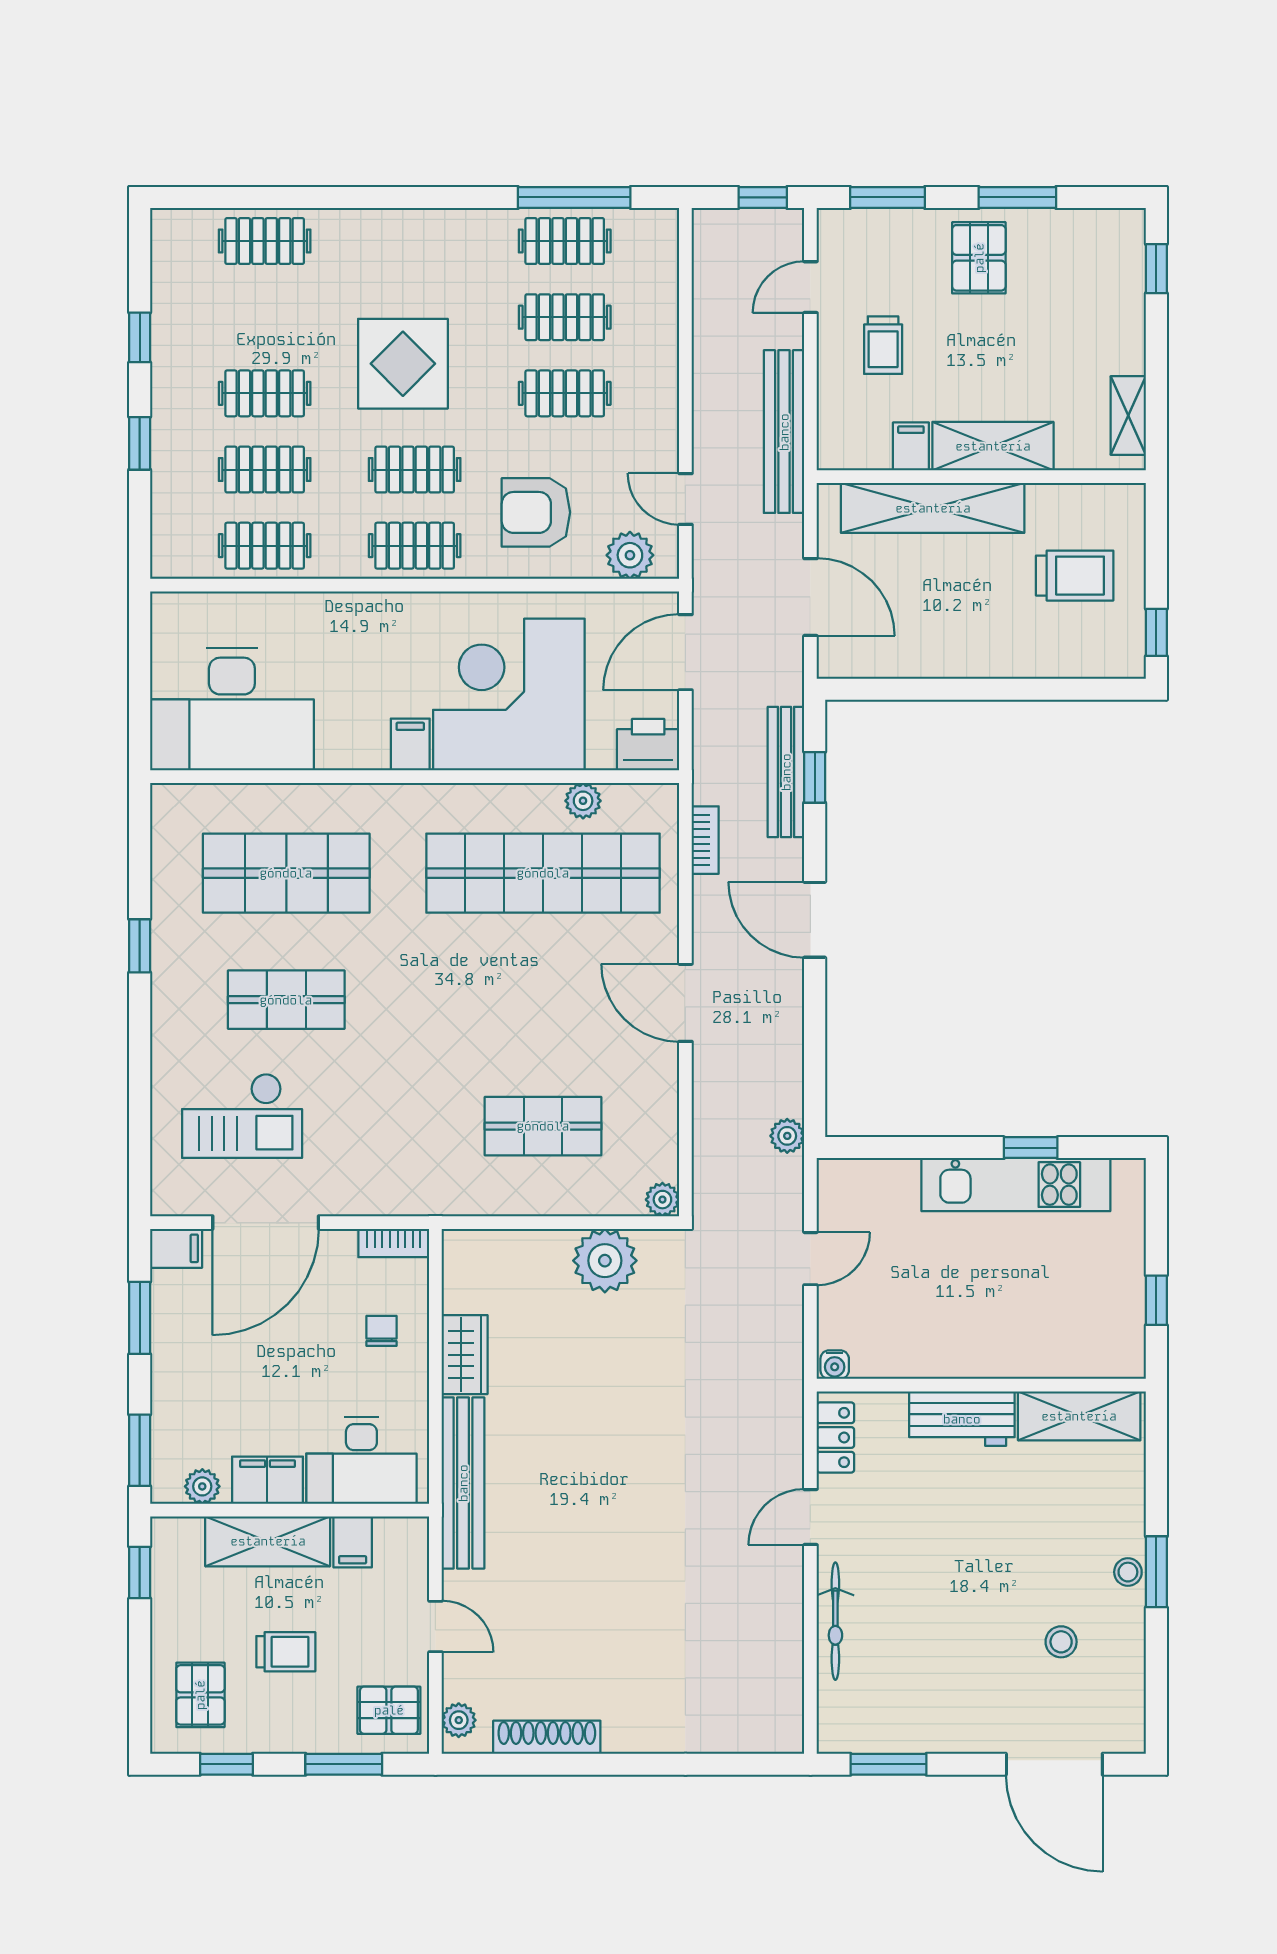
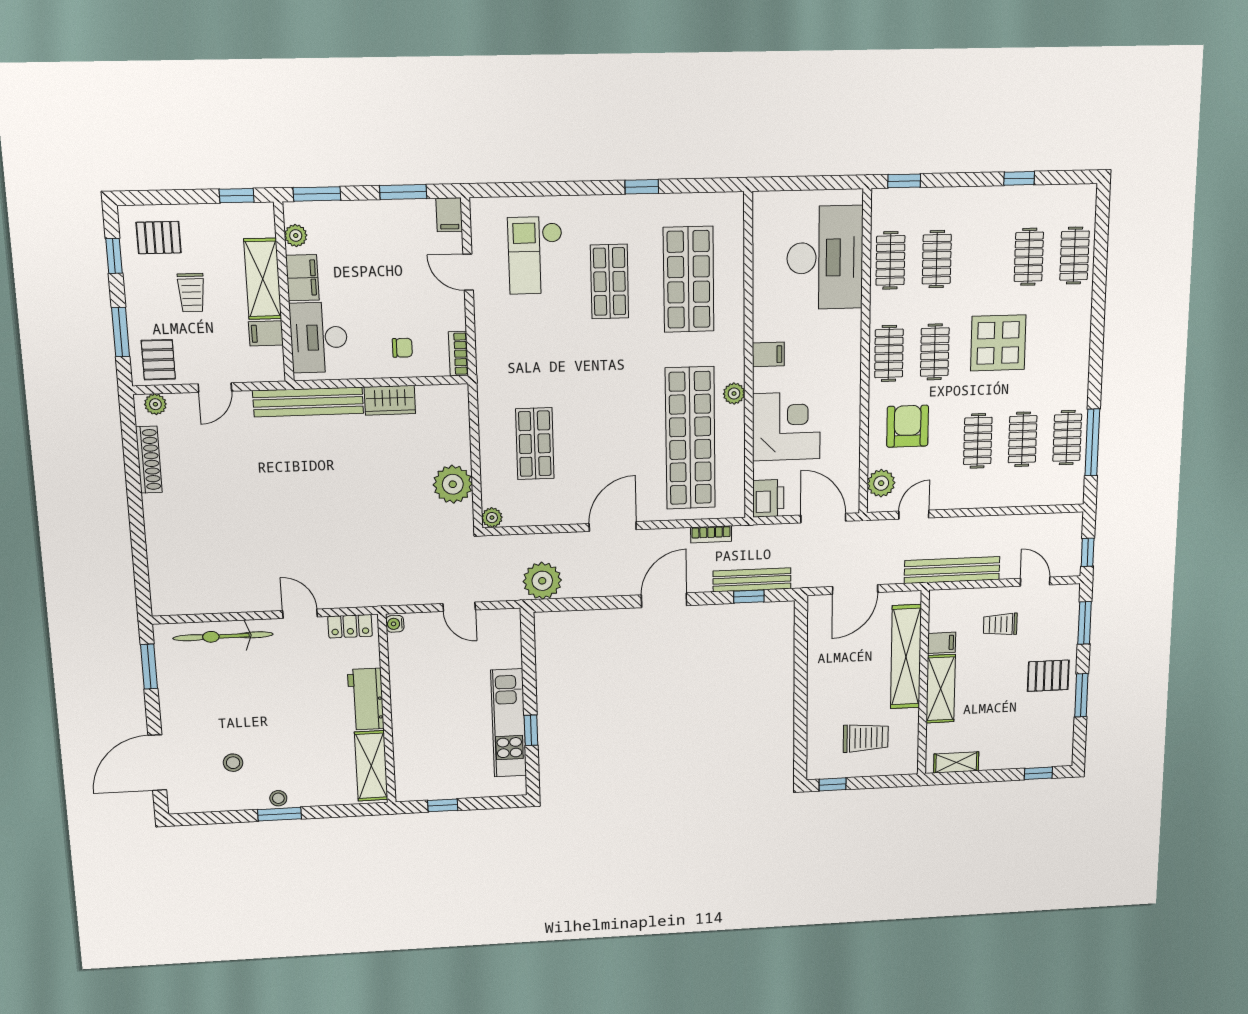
clothes rail: (265, 393) -> (1029, 257), moved
window: (140, 443) -> (904, 181), moved
trolley: (1075, 576) -> (866, 738), turned -90
corner desk: (509, 695) -> (786, 426), width x0.74, depth x0.74
desk: (232, 709) -> (825, 258), moved, turned 180
plant: (583, 801) -> (734, 393), moved
plant: (787, 1136) -> (542, 581), width x1.88, depth x1.88
door: (266, 1223) -> (468, 272), width x0.53
bicycle: (835, 1621) -> (223, 636), width x1.37, depth x1.40

